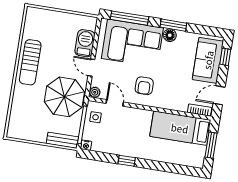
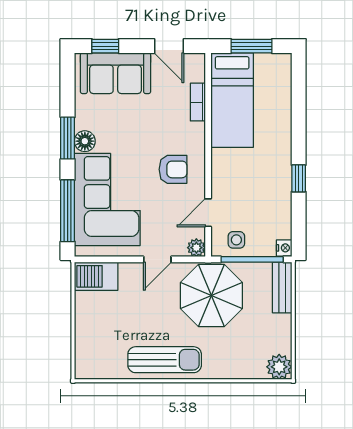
barbecue: (85, 43) -> (96, 276), moved
bookcase: (200, 110) -> (198, 102), moved
plant: (15, 131) -> (279, 367), added

